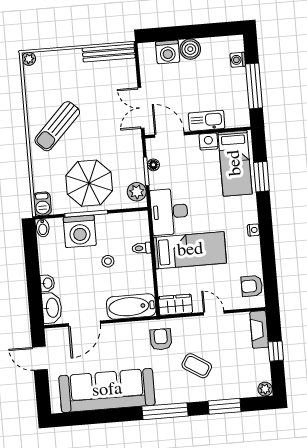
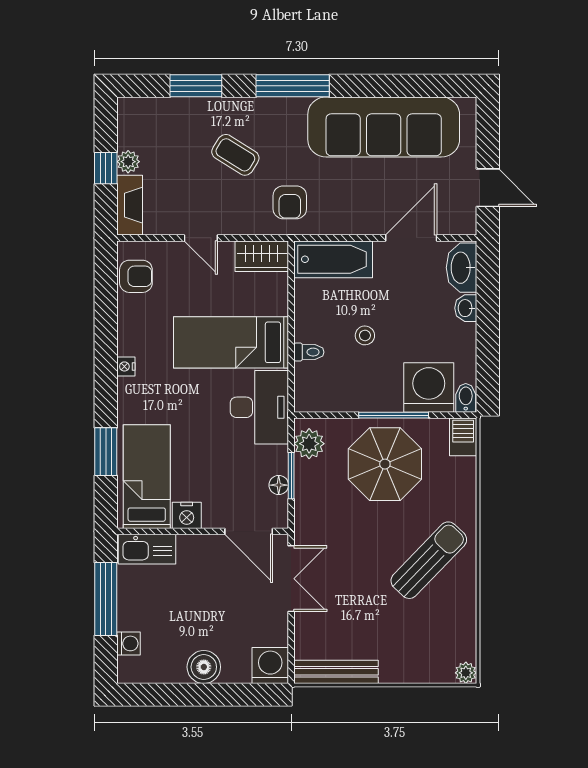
washing machine: (168, 52) -> (270, 665), moved
kitchen sink: (207, 121) -> (147, 549), moved
washing machine: (80, 231) -> (429, 387), moved
plant: (265, 389) -> (128, 162), moved

